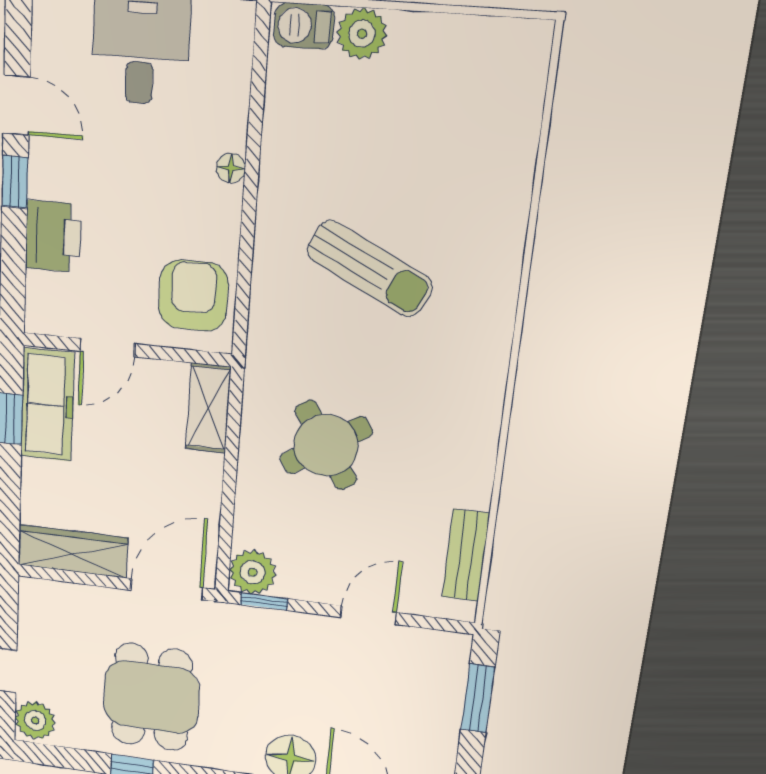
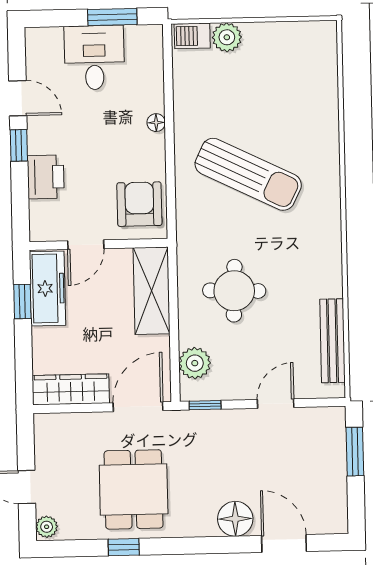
sun lounger: (370, 269) -> (248, 174), width x1.36, depth x1.34
shelving: (209, 408) -> (152, 291), width x1.50, depth x1.33
round table: (326, 445) -> (234, 291), turned 35
bench: (466, 555) -> (332, 341), width x1.36
plant: (252, 572) -> (195, 363), moved
plant: (35, 720) -> (47, 527), width x0.73, depth x0.73

